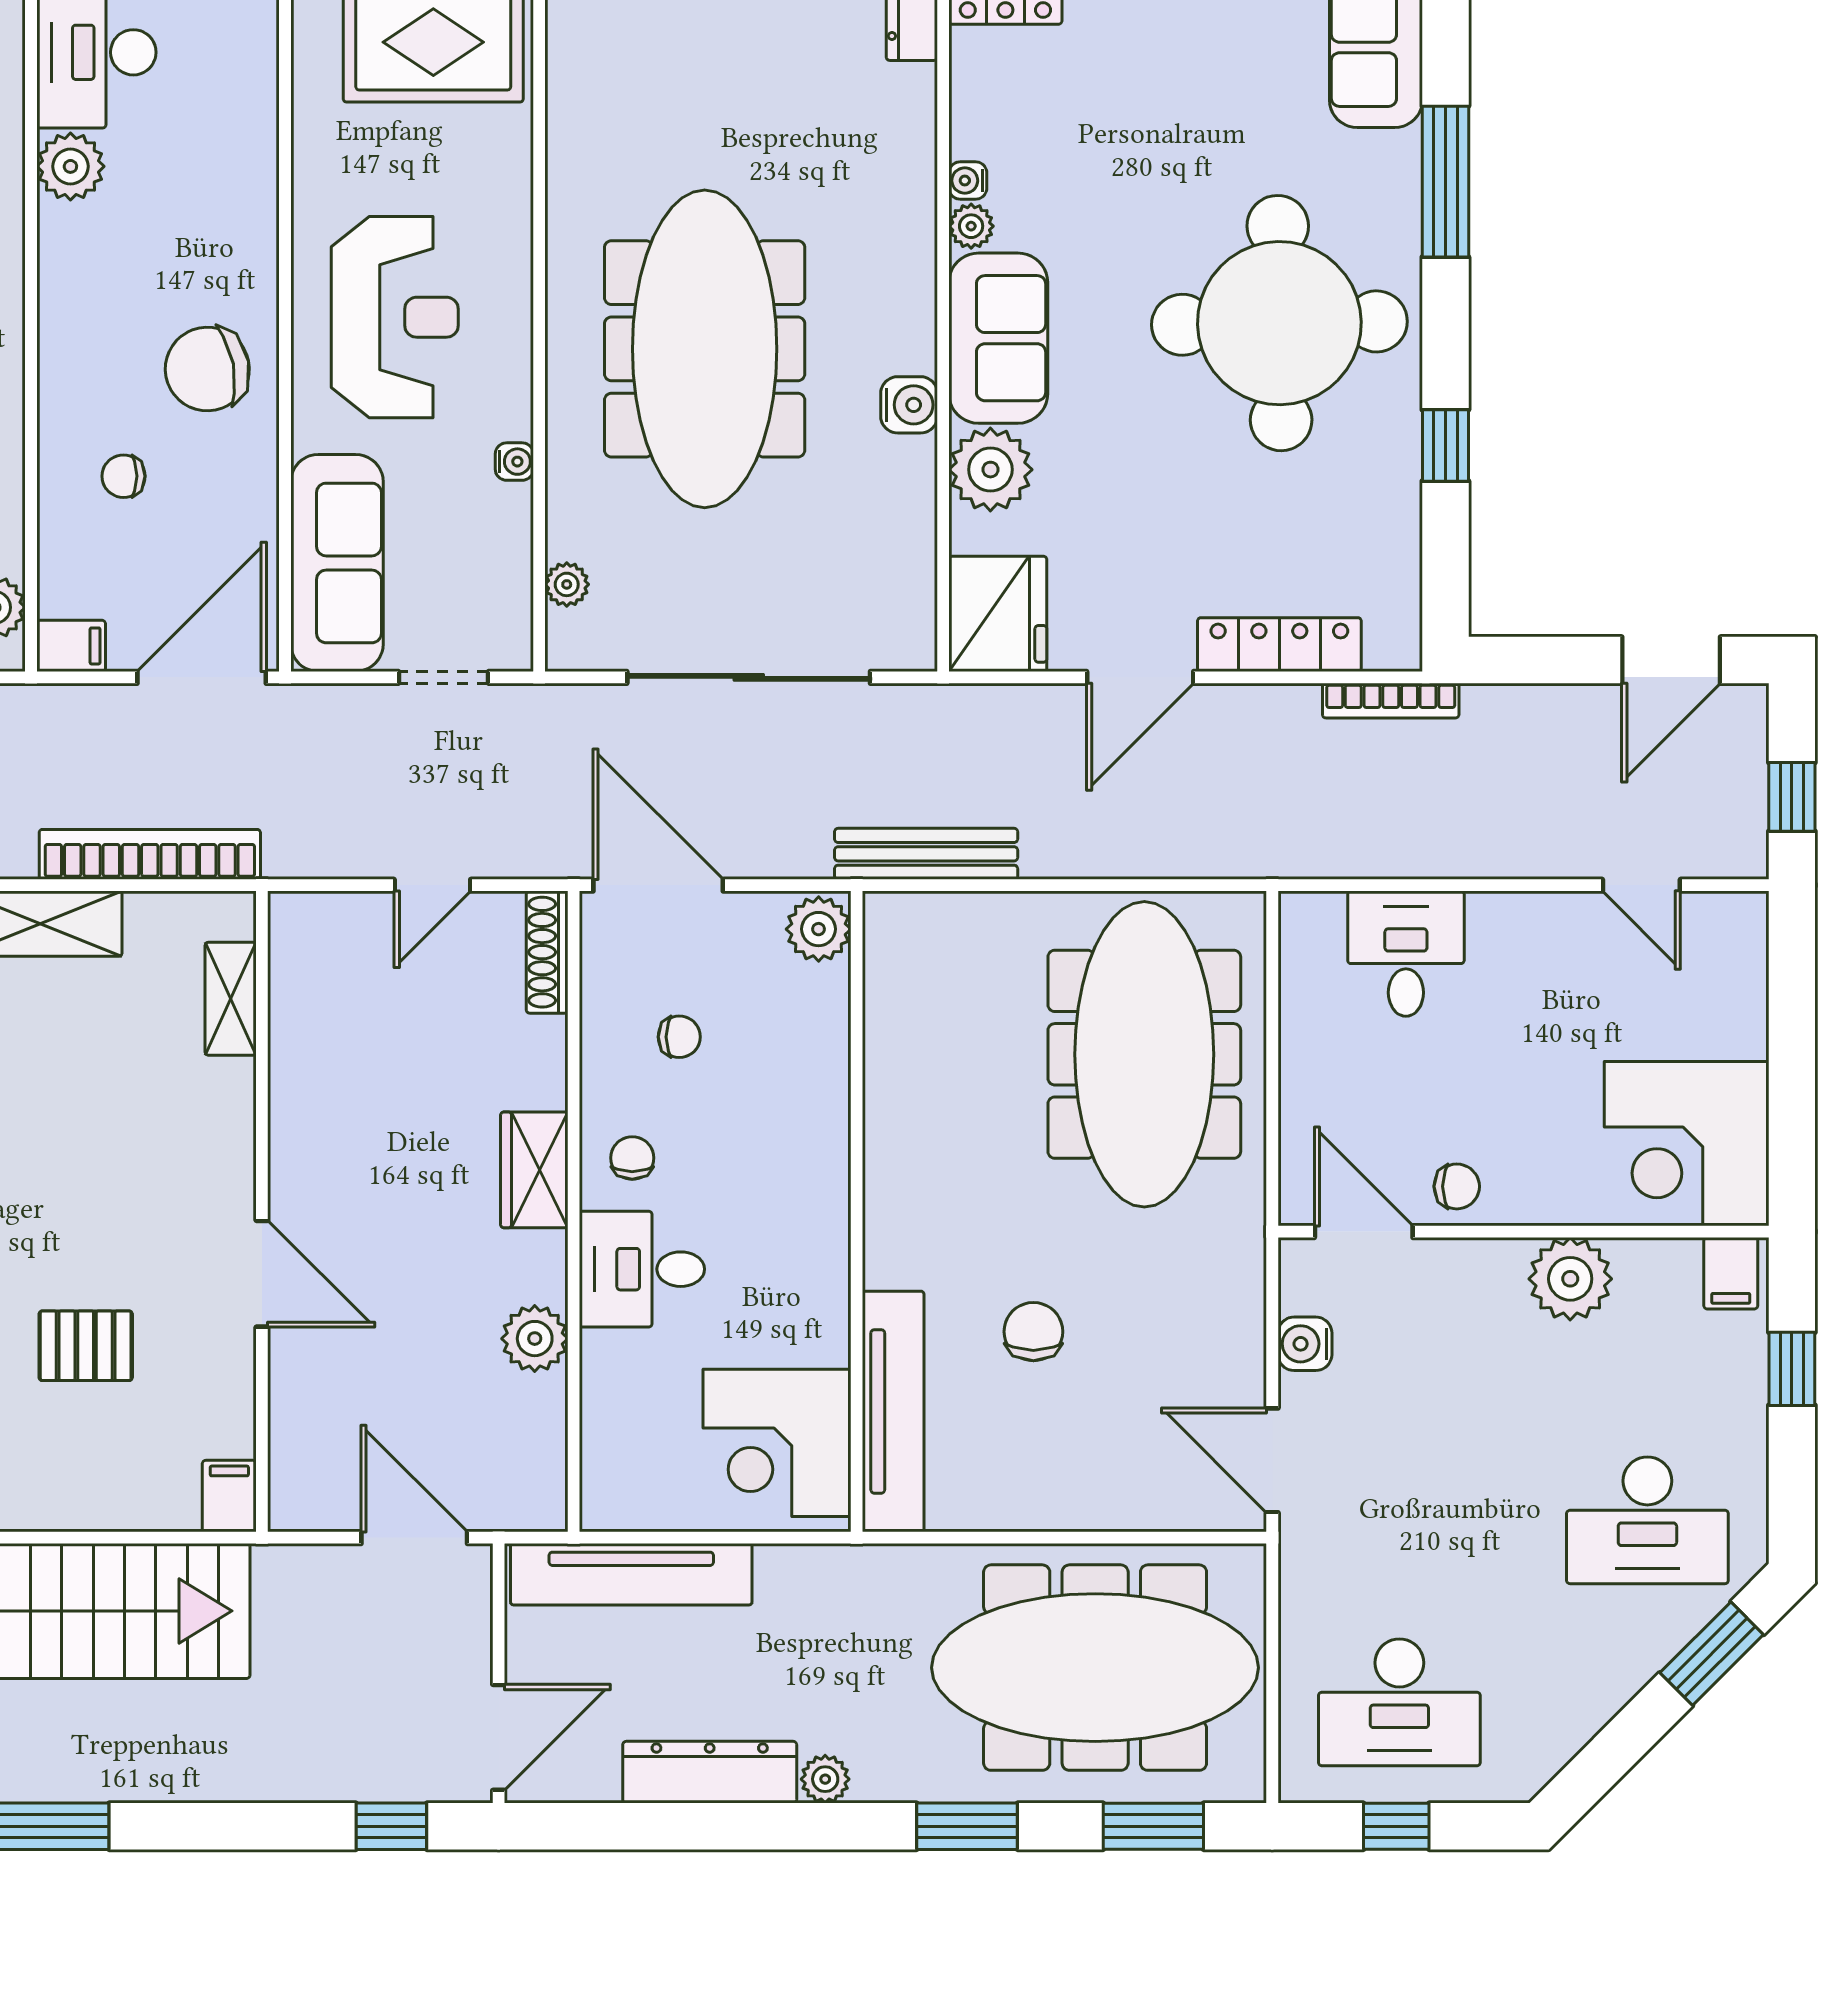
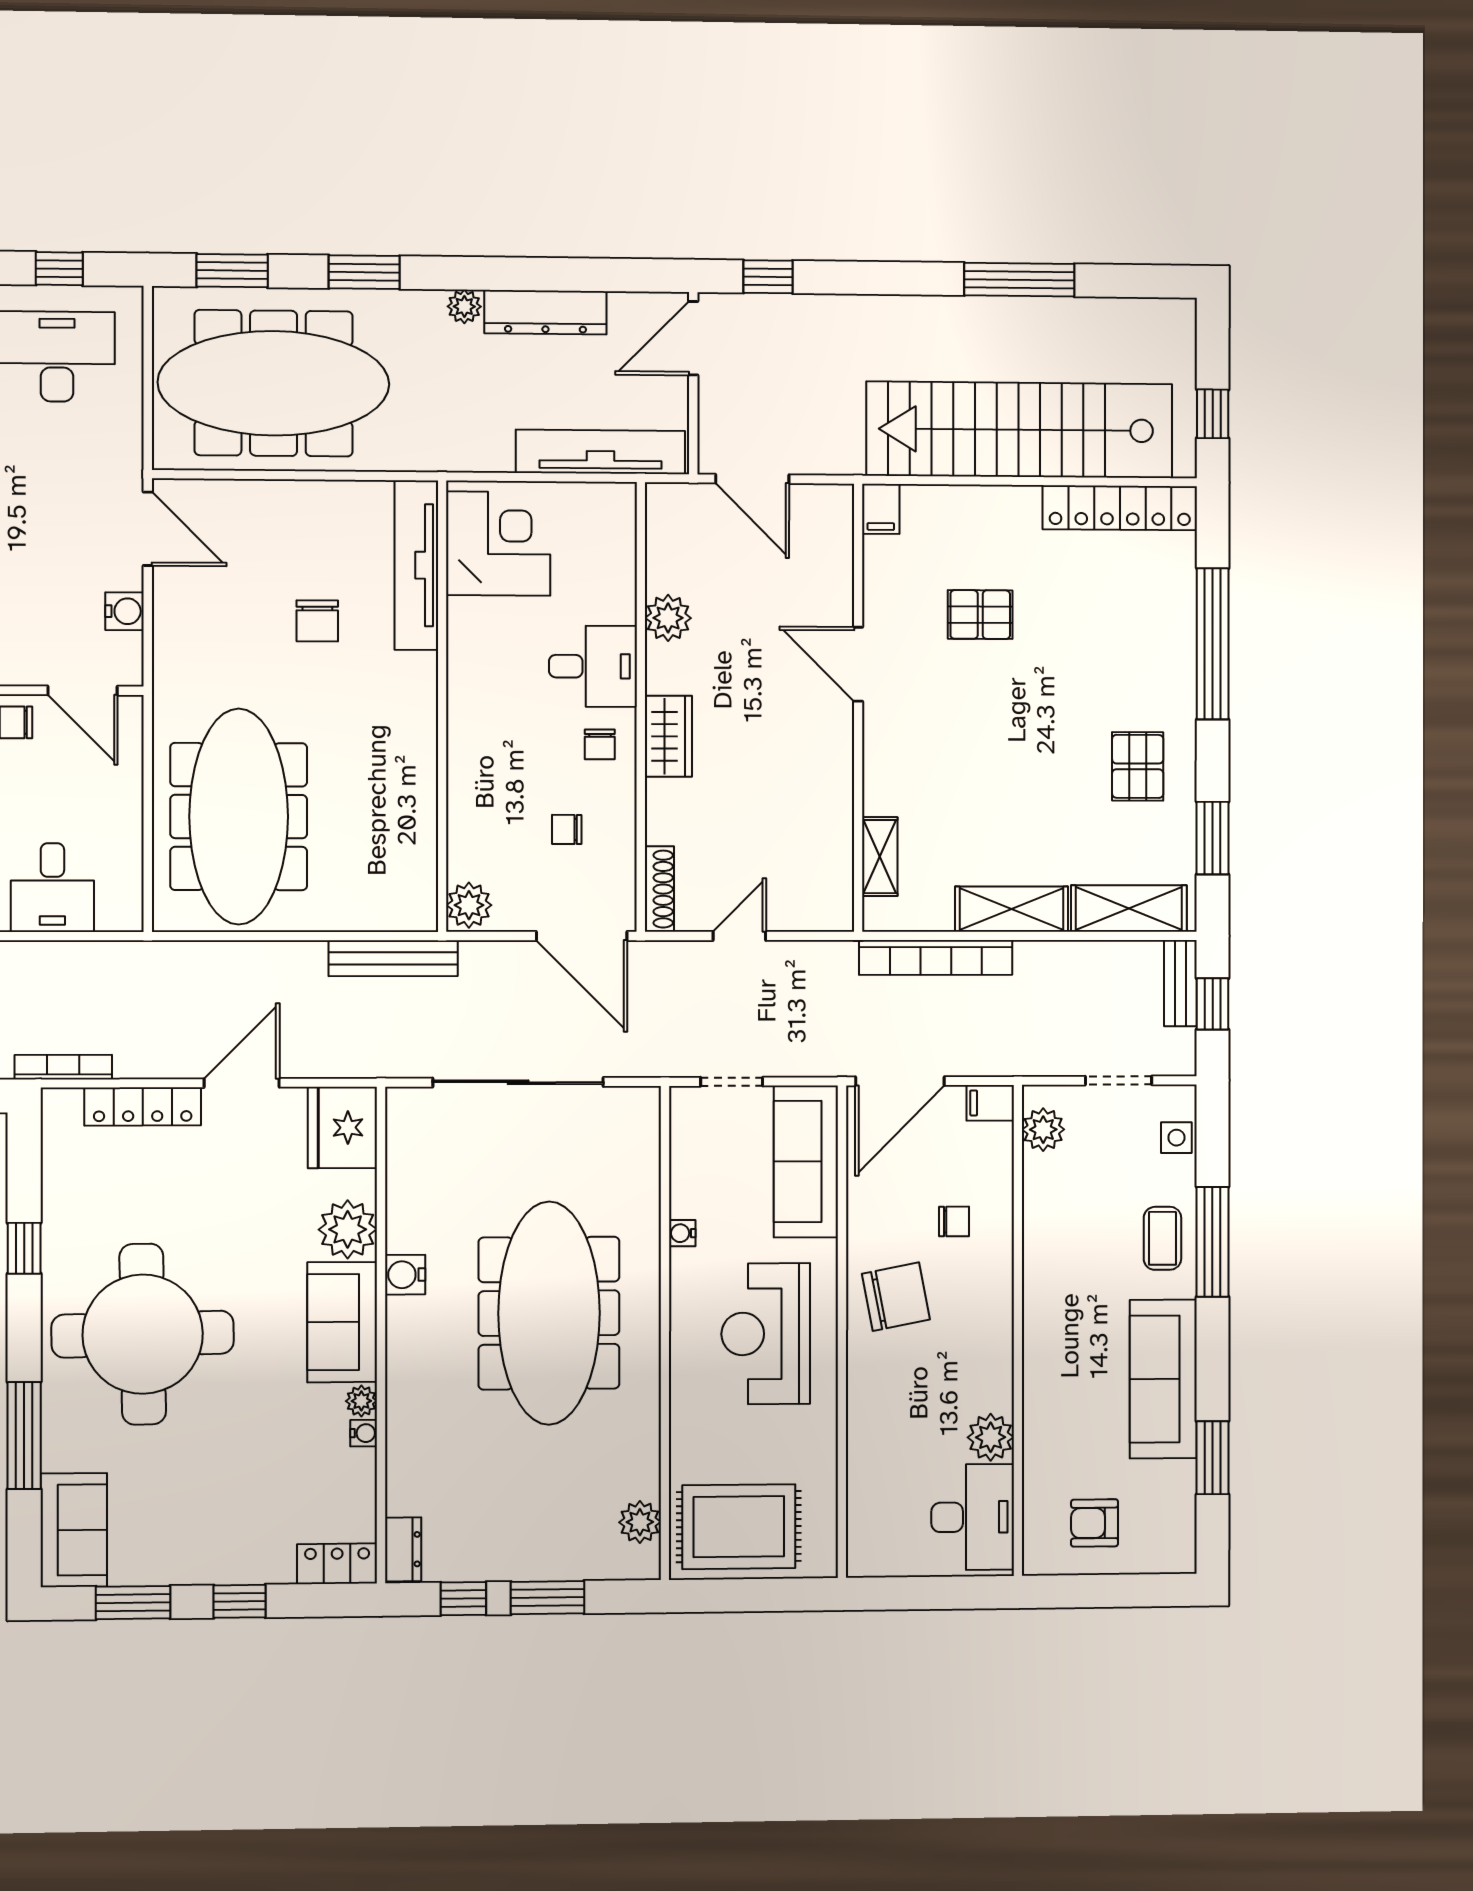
plant: (567, 584) -> (640, 1522), moved, width x1.38, depth x1.38

